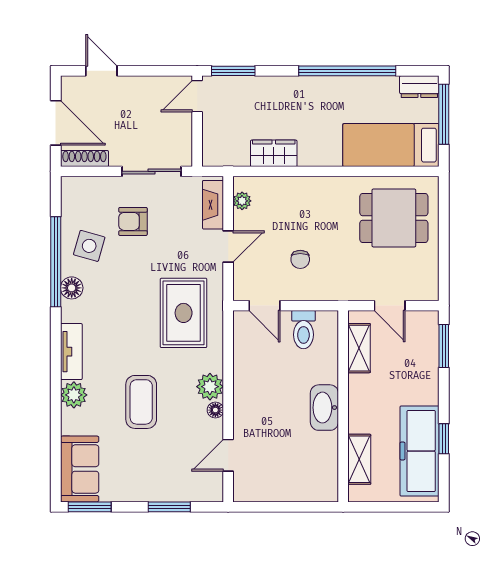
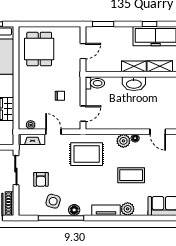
toilet: (303, 330) -> (95, 83), moved
shelving: (359, 348) -> (134, 66), moved

